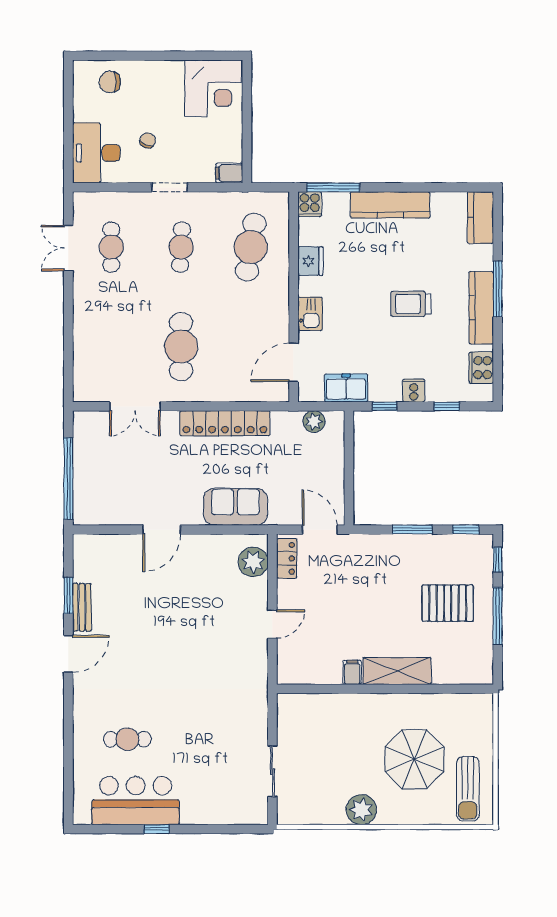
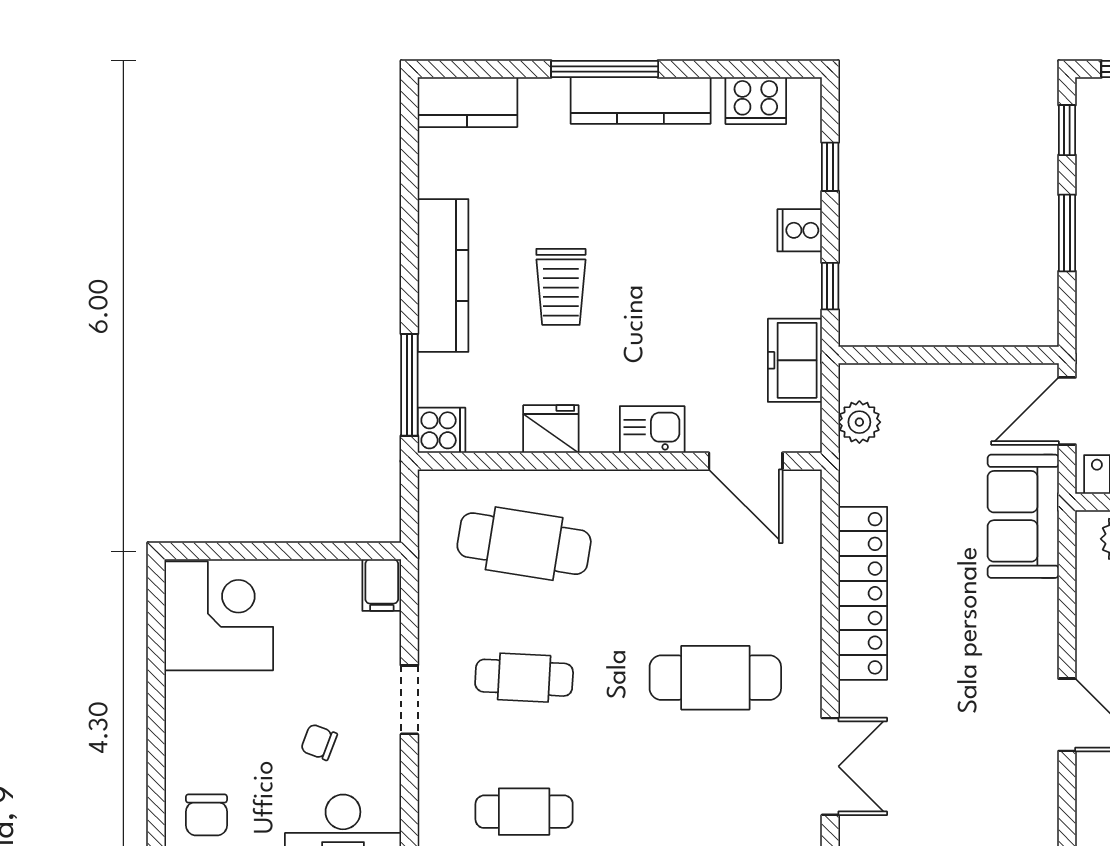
trolley: (411, 304) -> (561, 287), moved
sofa: (235, 507) -> (1023, 516), moved

